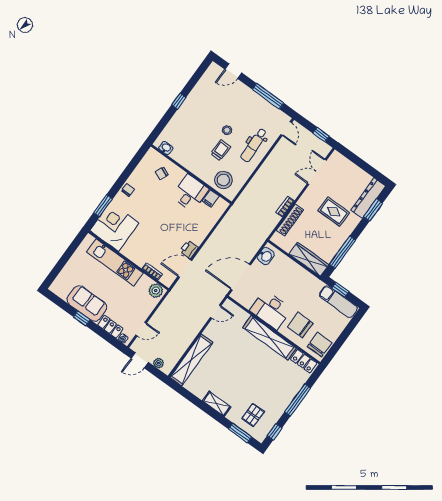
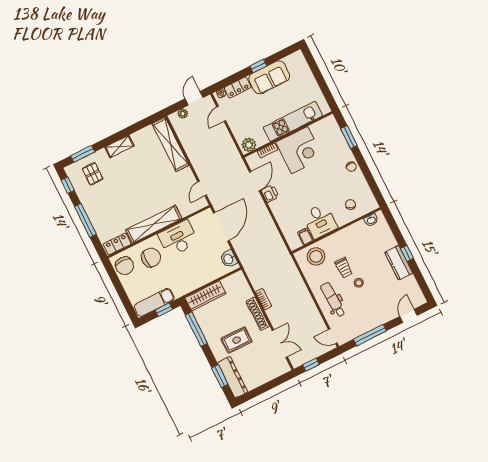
kitchen counter: (191, 104) -> (399, 263), added
shoe rack: (290, 220) -> (258, 314), moved
corner desk: (114, 227) -> (300, 150), moved

